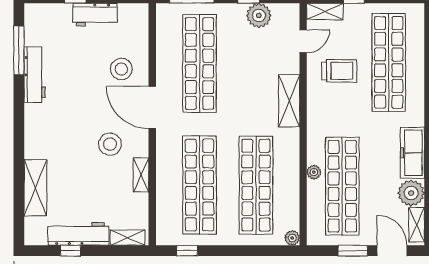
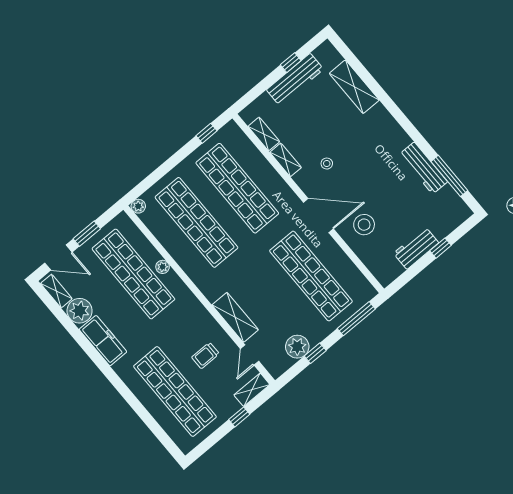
trolley: (339, 71) -> (205, 355), width x0.73, depth x0.72
shelving: (289, 101) -> (235, 317), moved
stool: (110, 144) -> (327, 164), width x0.53, depth x0.53
shelving: (128, 238) -> (264, 134), moved, turned 90

